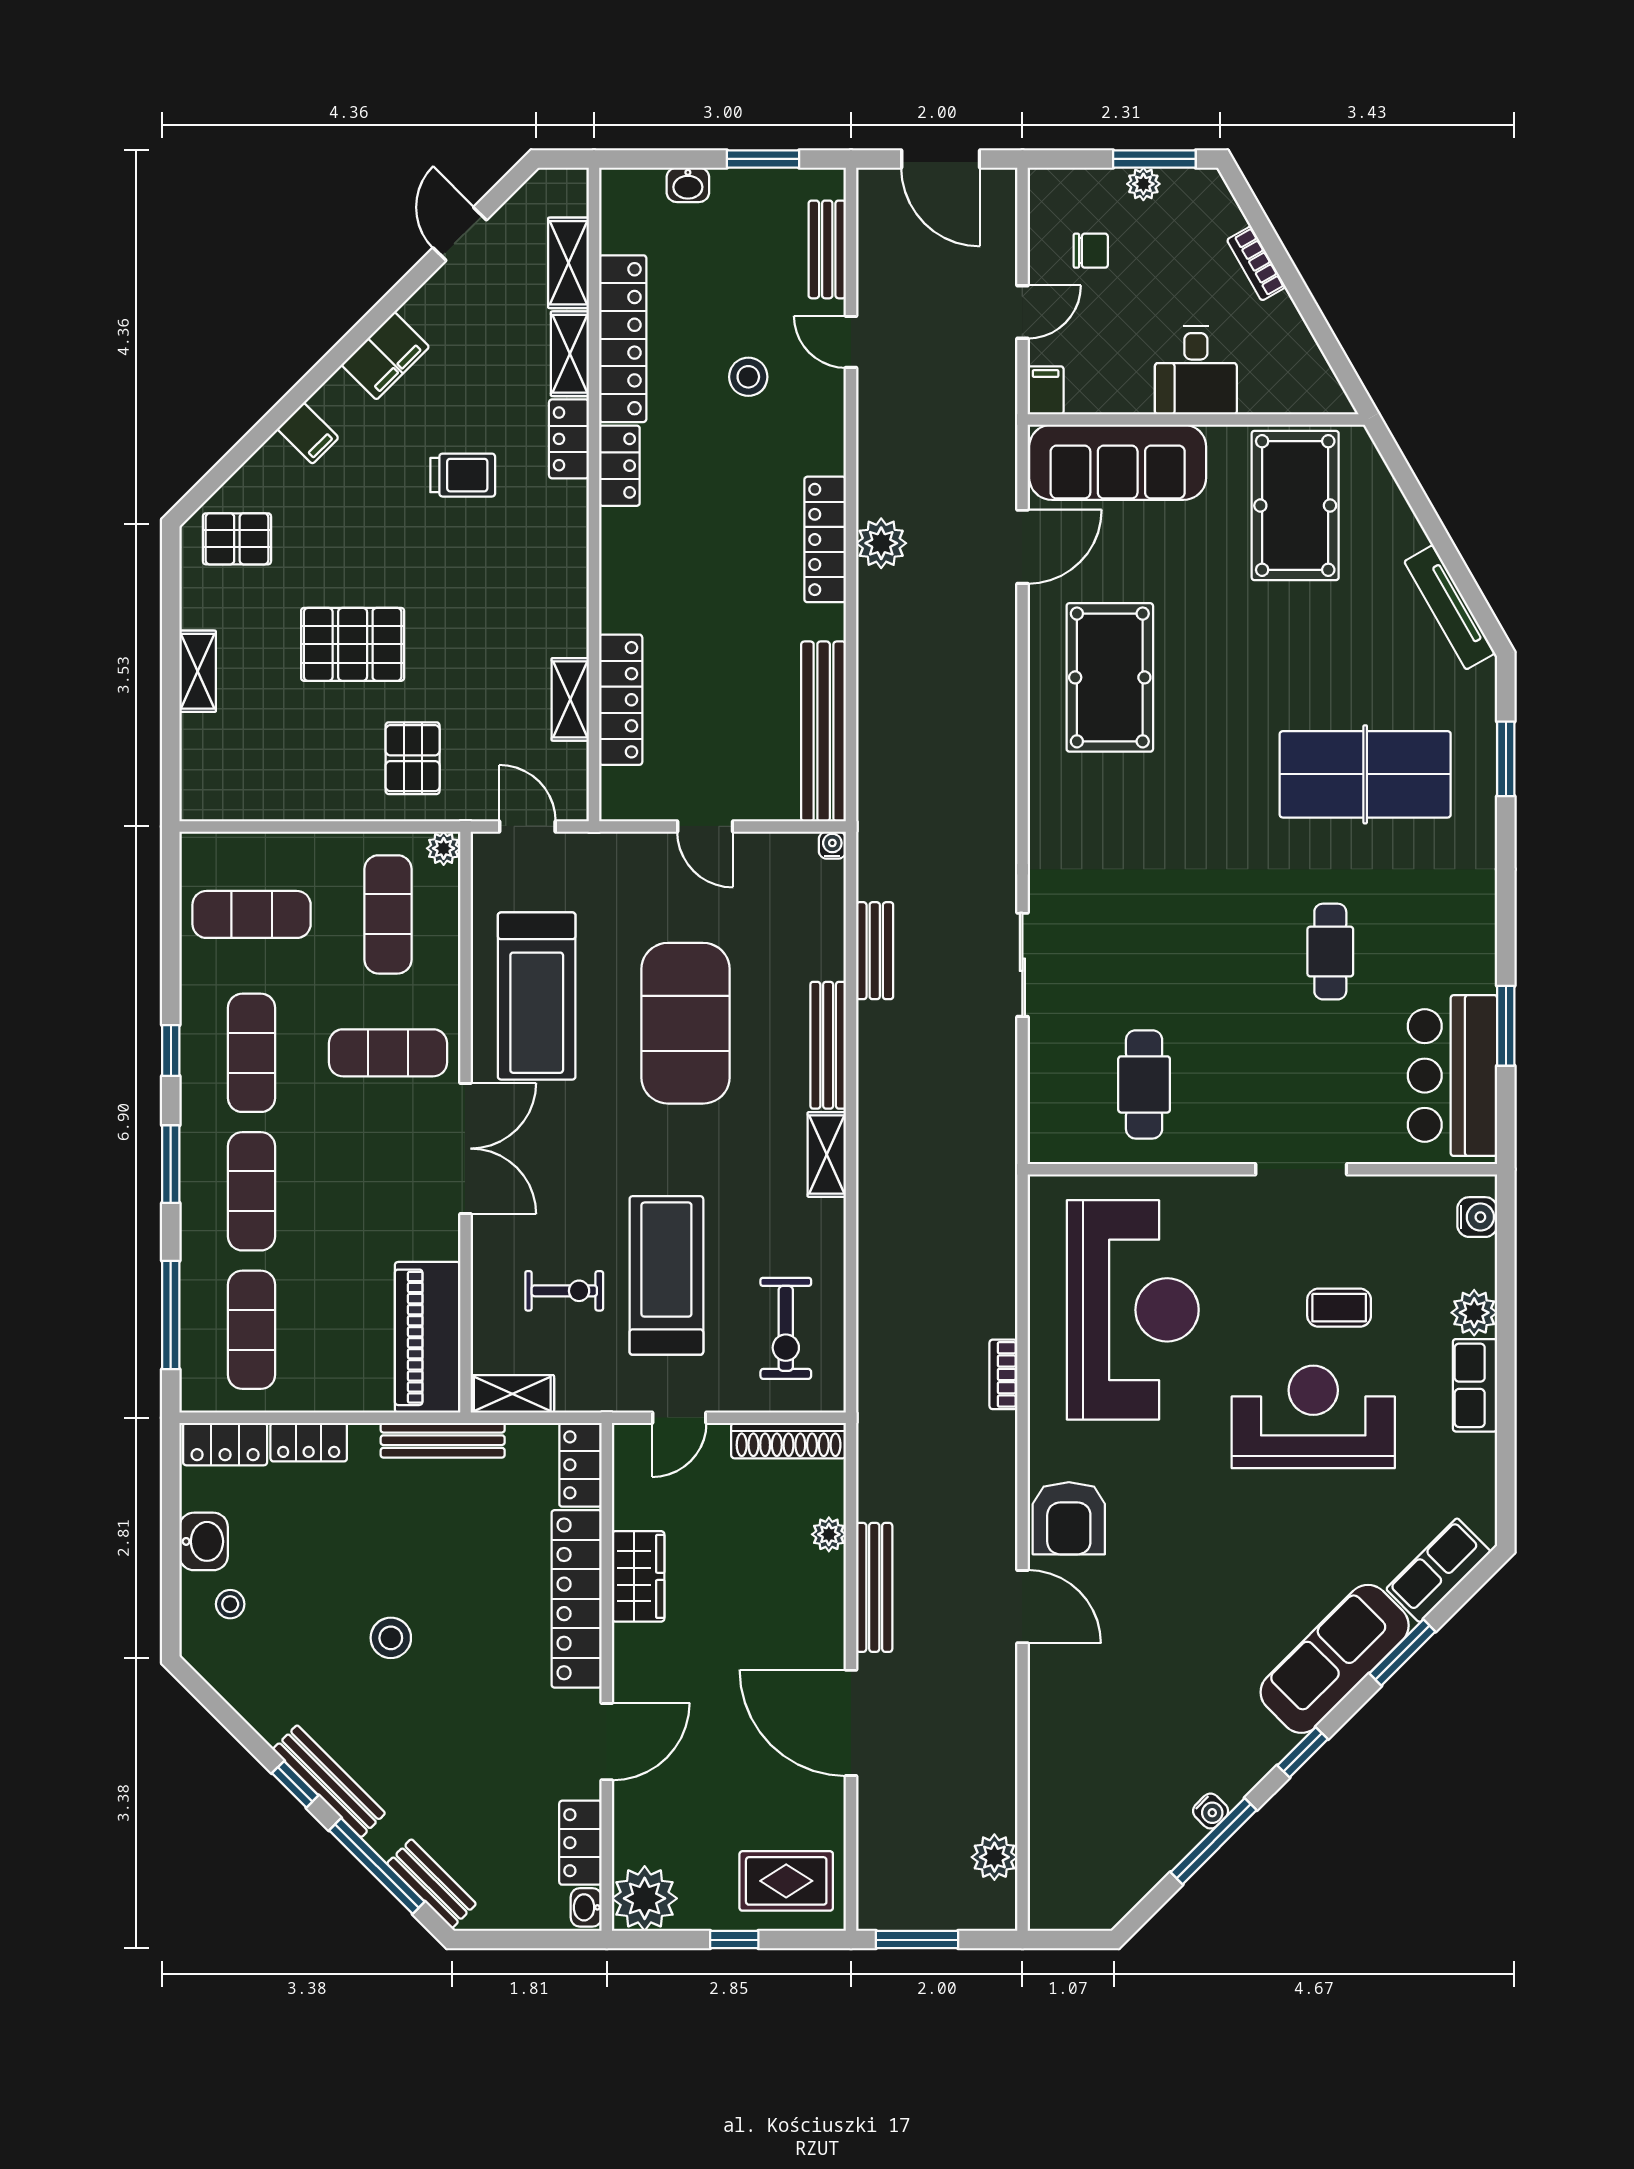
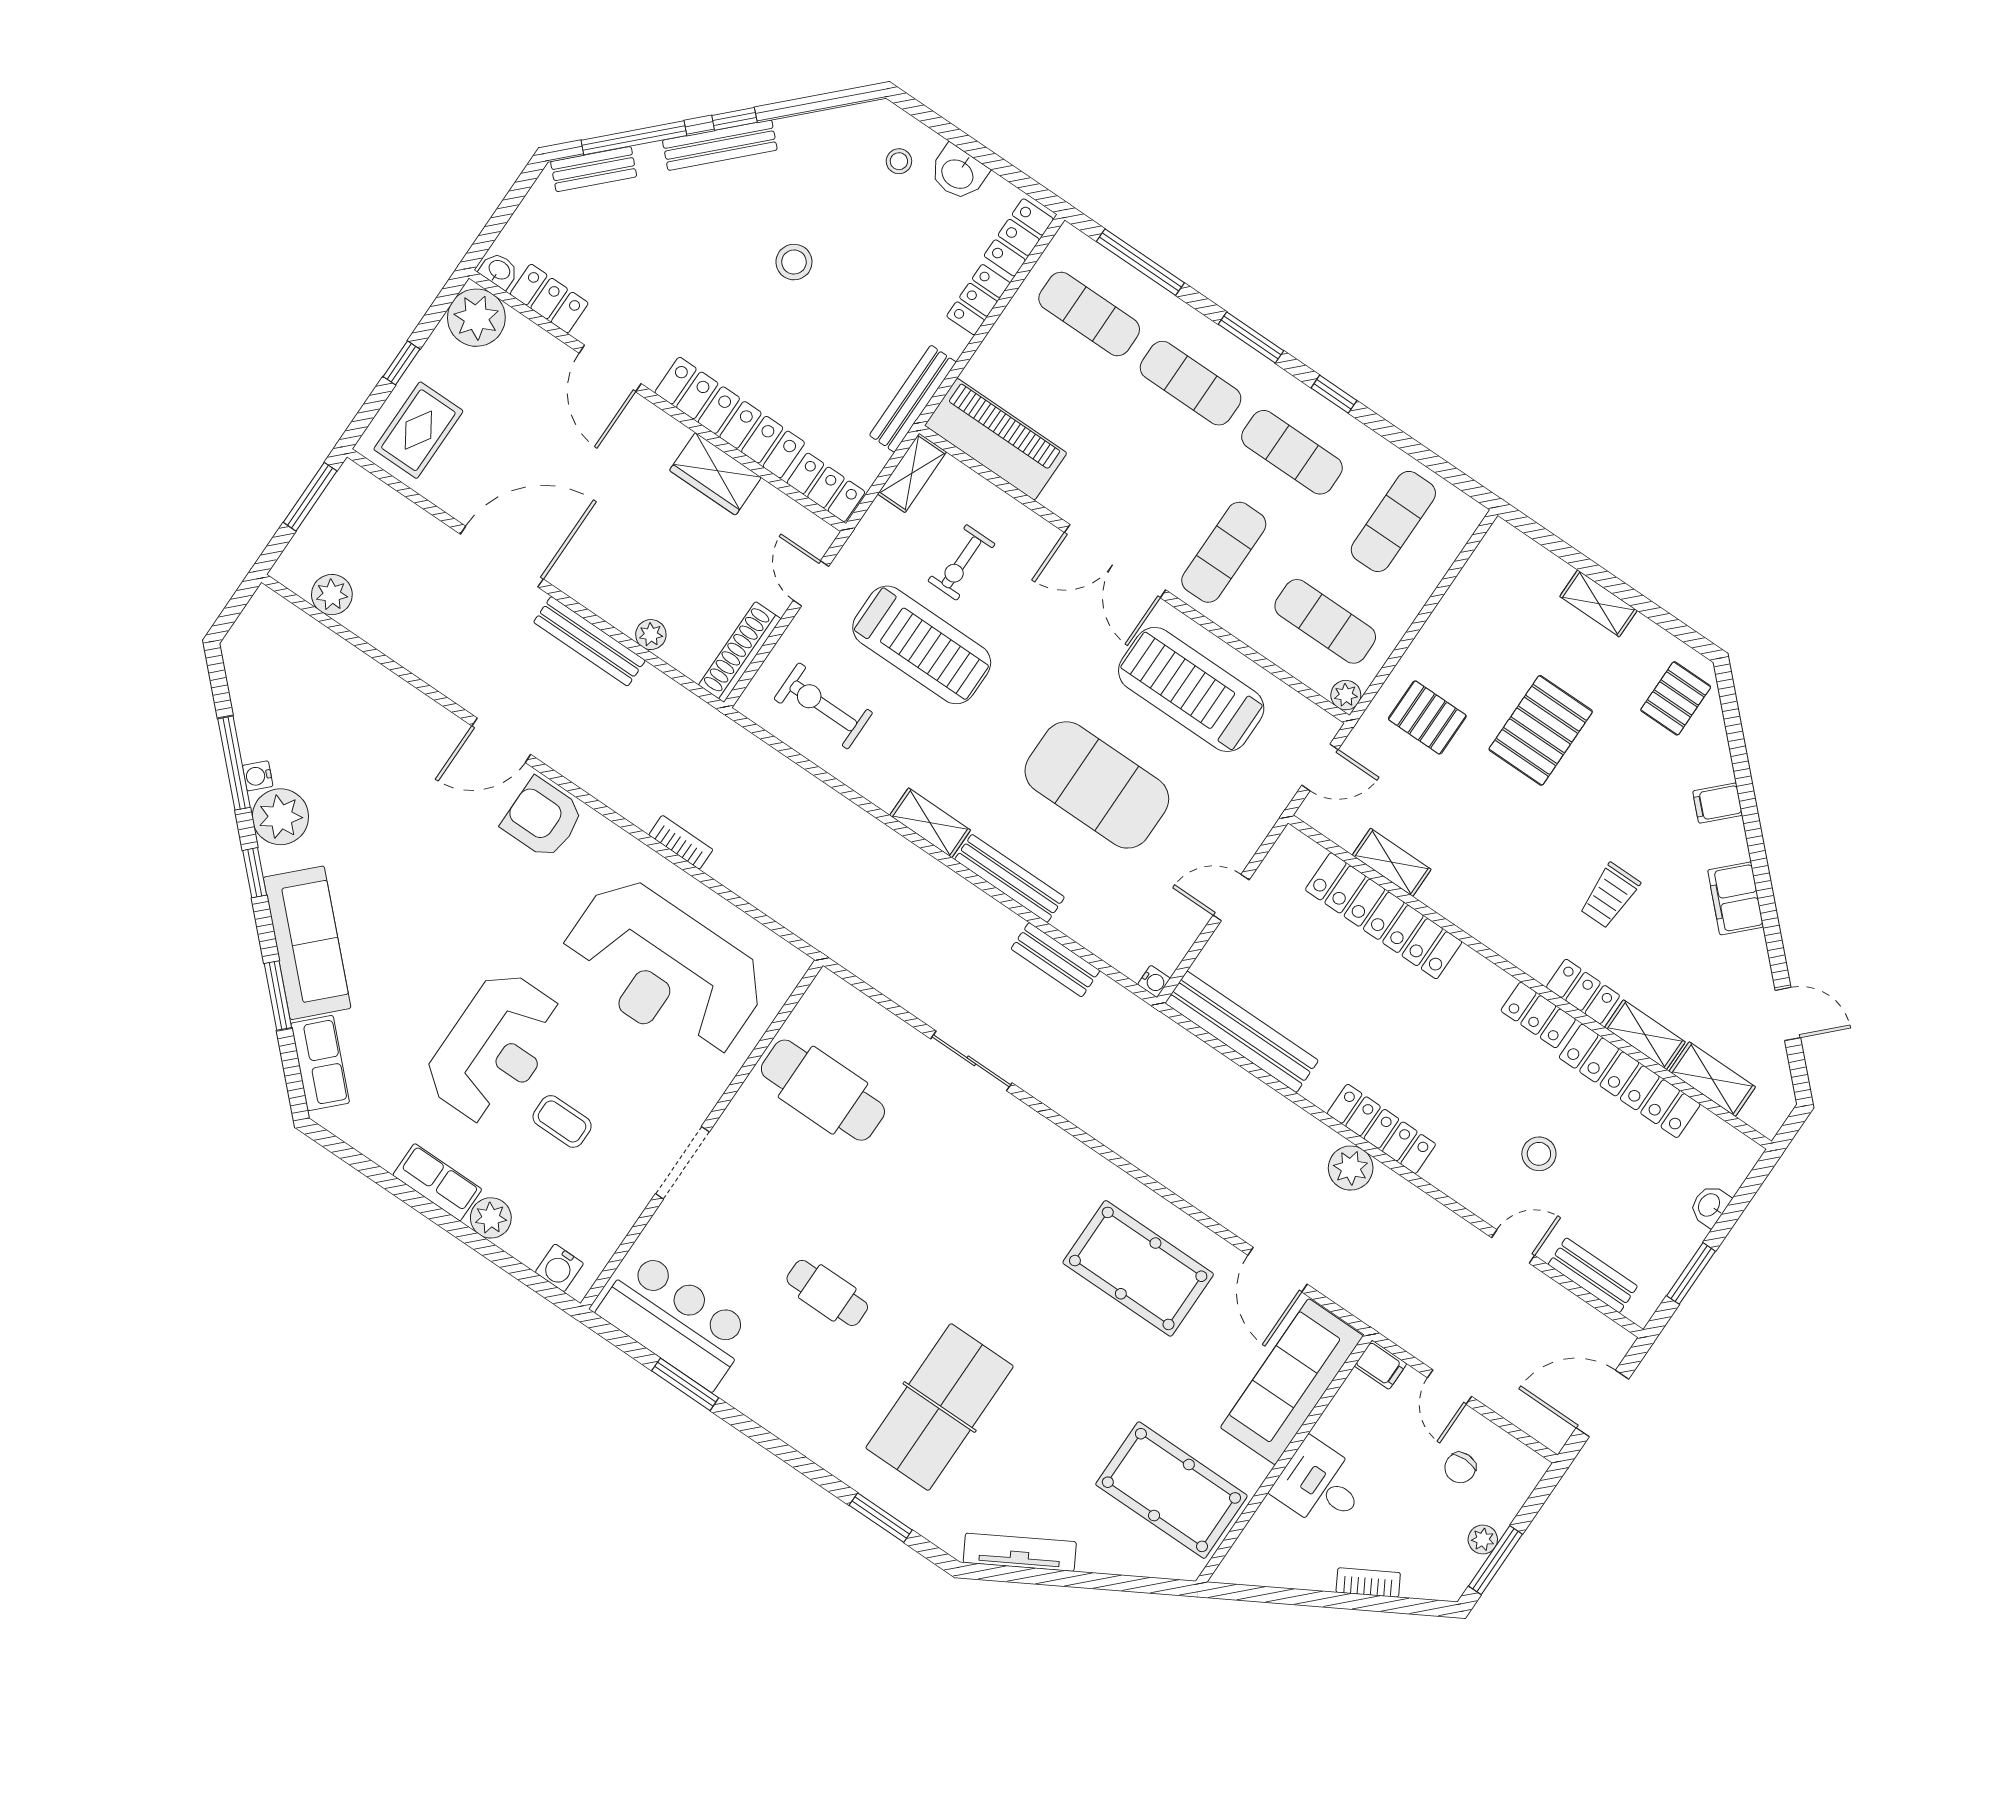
locker: (621, 700) -> (1384, 916), width x1.41, depth x1.21
cafe table: (1144, 1084) -> (823, 1090), width x1.37, depth x1.35
coffee table: (1339, 1308) -> (562, 1121), turned 90
plant: (1234, 1764) -> (280, 817), added

